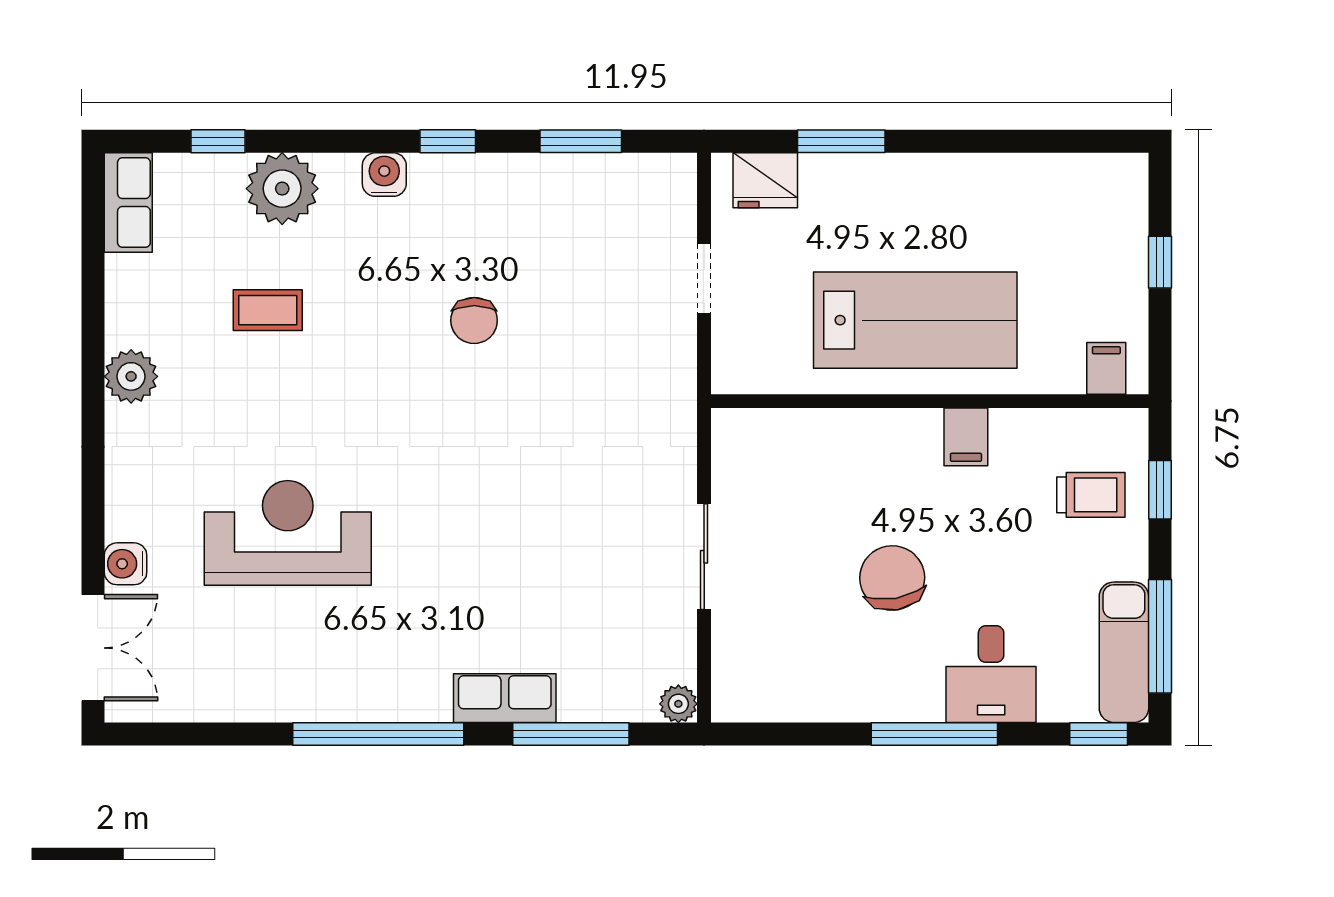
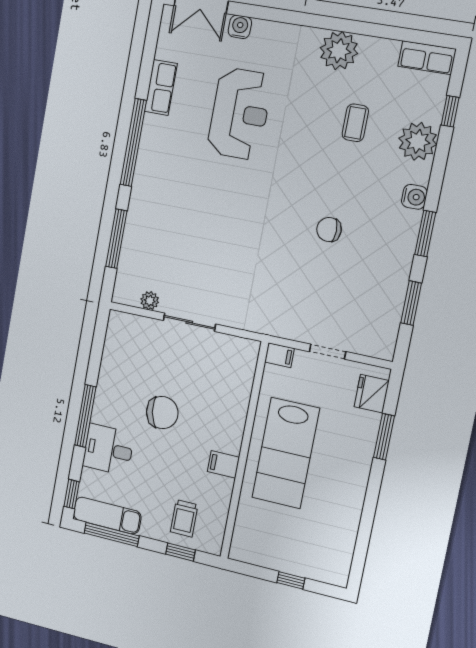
window: (448, 141) -> (425, 234), width x1.50
filing cabinet: (1106, 368) -> (279, 355), moved
plant: (131, 376) -> (339, 51), width x1.36, depth x1.36
row of seats: (505, 698) -> (161, 87), moved
plant: (678, 704) -> (150, 301), moved

